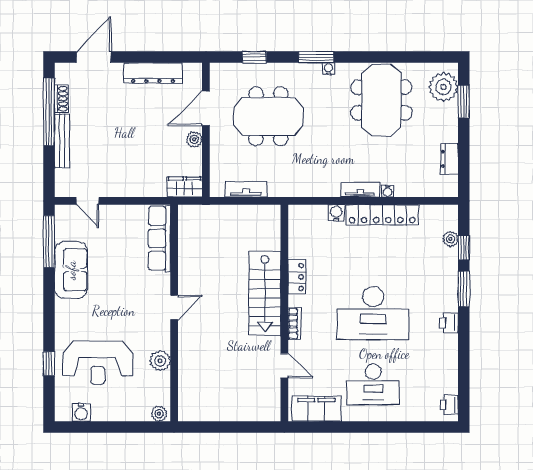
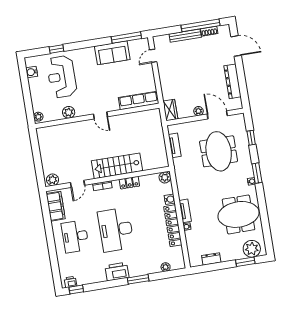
plant: (298, 215) -> (165, 177), added
window: (464, 248) -> (76, 289), moved
printer: (449, 323) -> (117, 272), width x1.87, depth x1.48
plant: (270, 407) -> (53, 180), added

